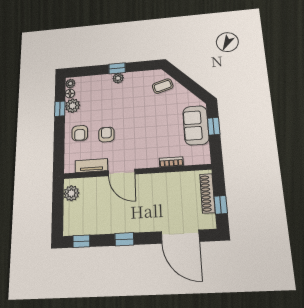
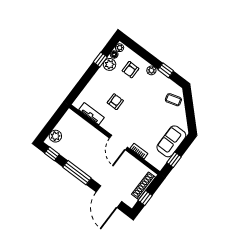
window: (117, 68) -> (166, 70), moved
window: (214, 126) -> (174, 160), moved
armchair: (80, 133) -> (130, 70), moved
door: (121, 173) -> (118, 143), moved
plant: (71, 193) -> (55, 136), moved
window: (124, 239) -> (77, 173), width x2.17

